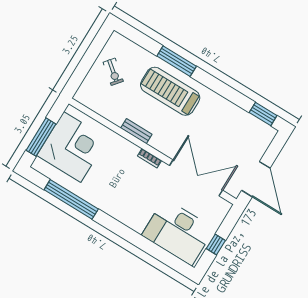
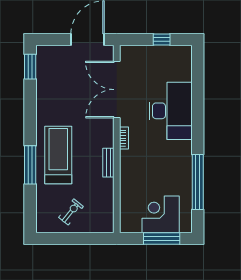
treadmill: (170, 91) -> (58, 155), turned 180
corner desk: (72, 147) -> (161, 214), width x0.74, depth x0.74
desk: (178, 232) -> (171, 111), moved

